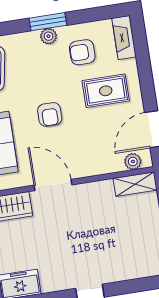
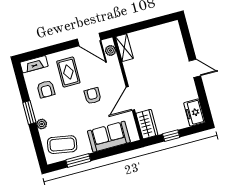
plant: (49, 36) -> (42, 124), moved
armchair: (50, 114) -> (93, 96), moved, turned -90

